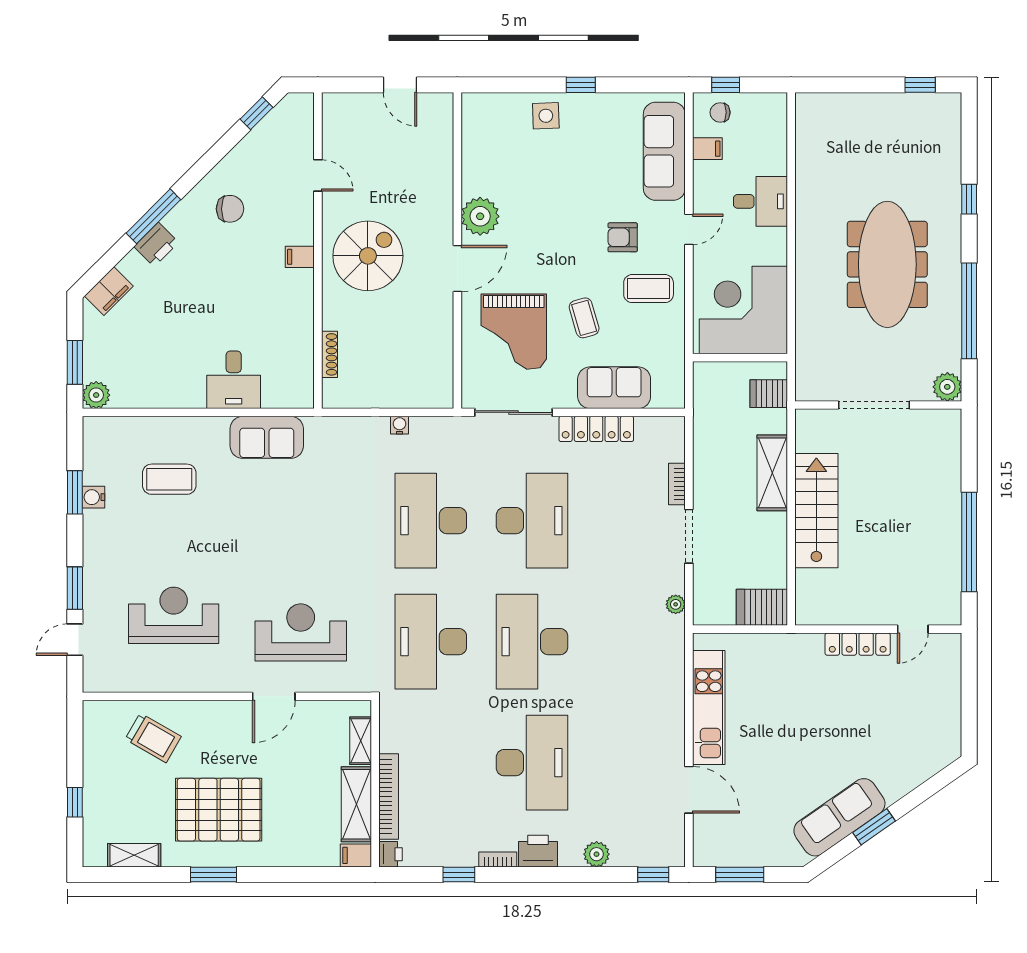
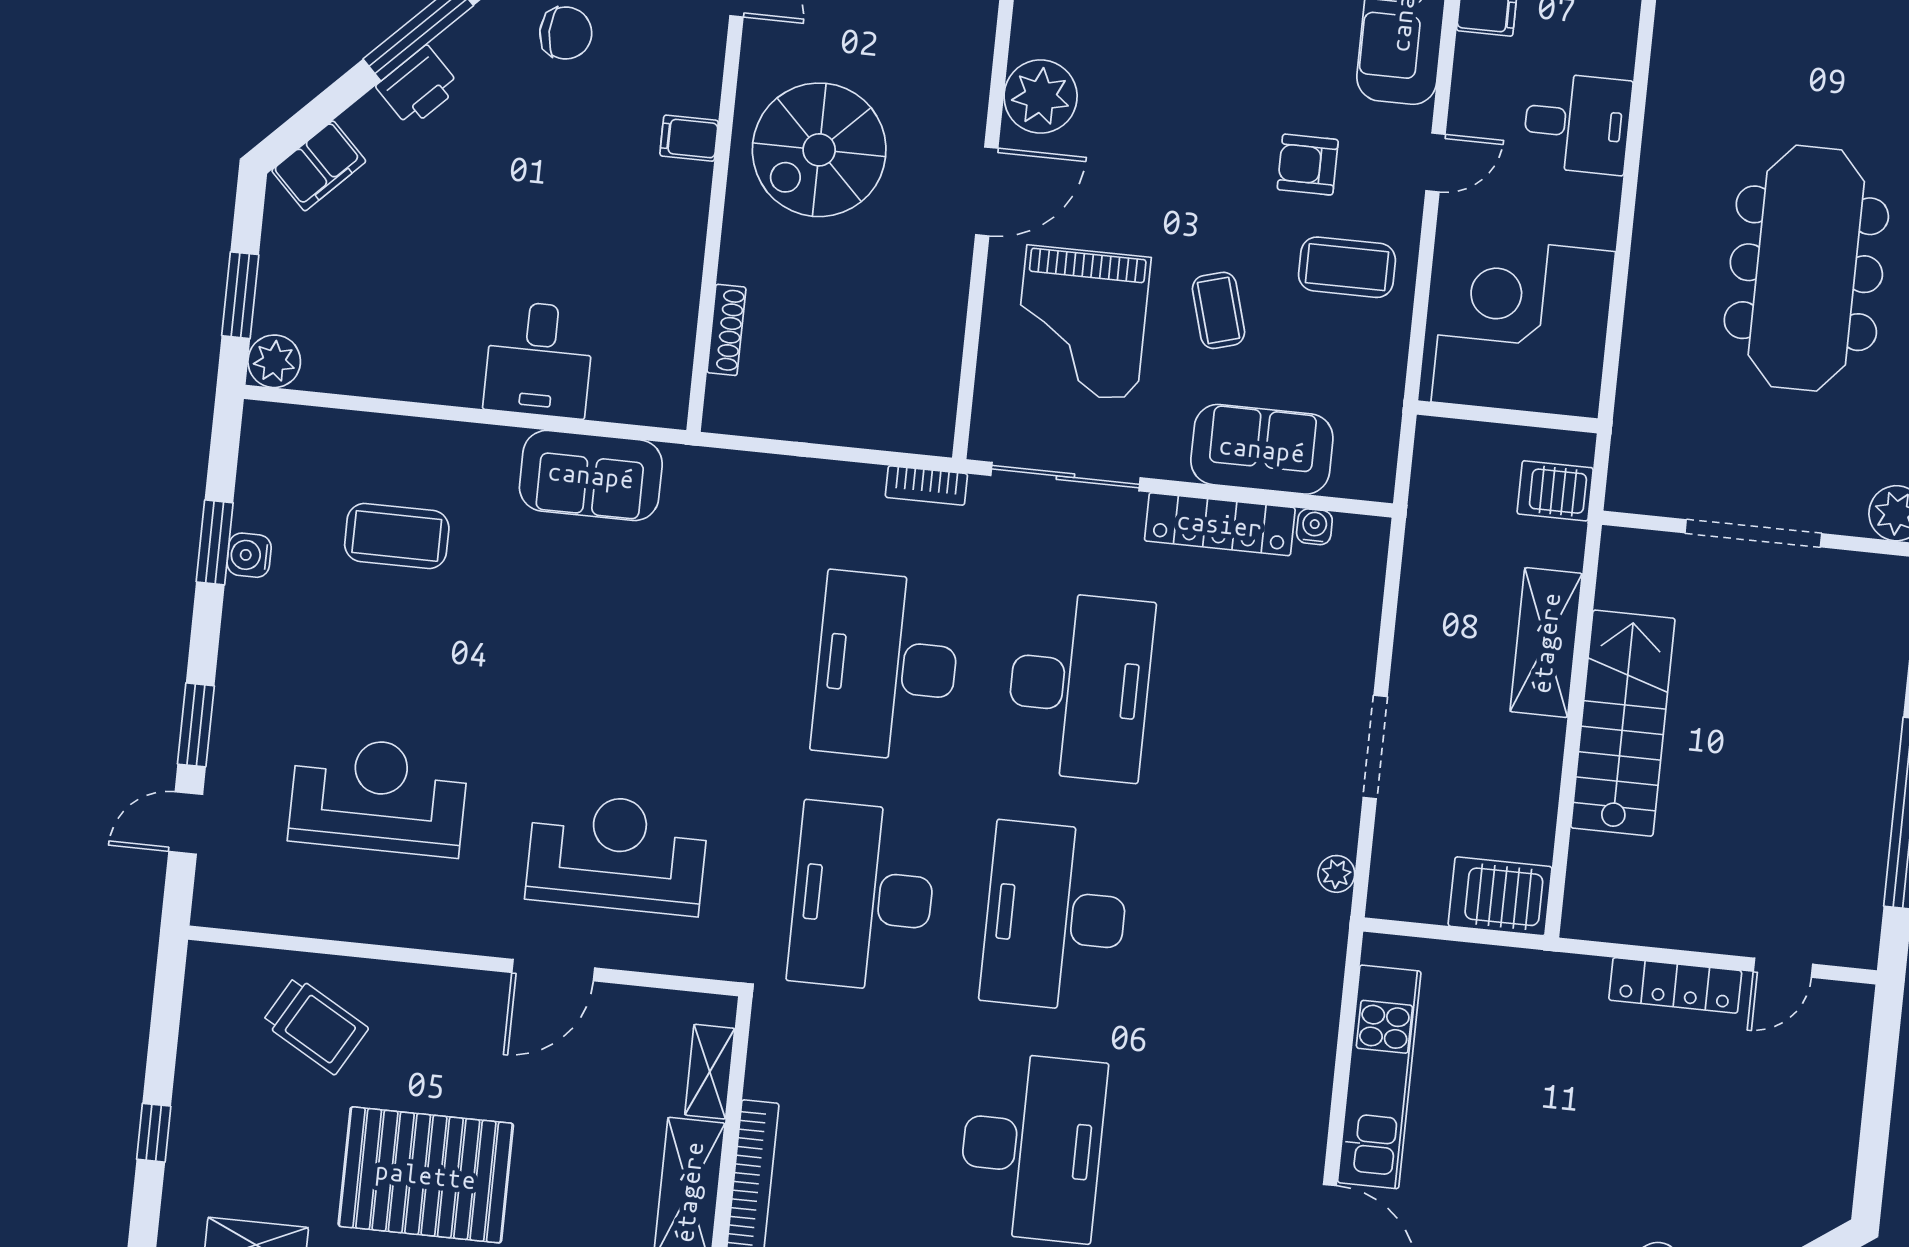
spiral stairs: (368, 256) -> (819, 150), turned 180
water cooler: (399, 425) -> (1314, 527), moved
bookcase: (677, 484) -> (926, 485), moved, turned -90

